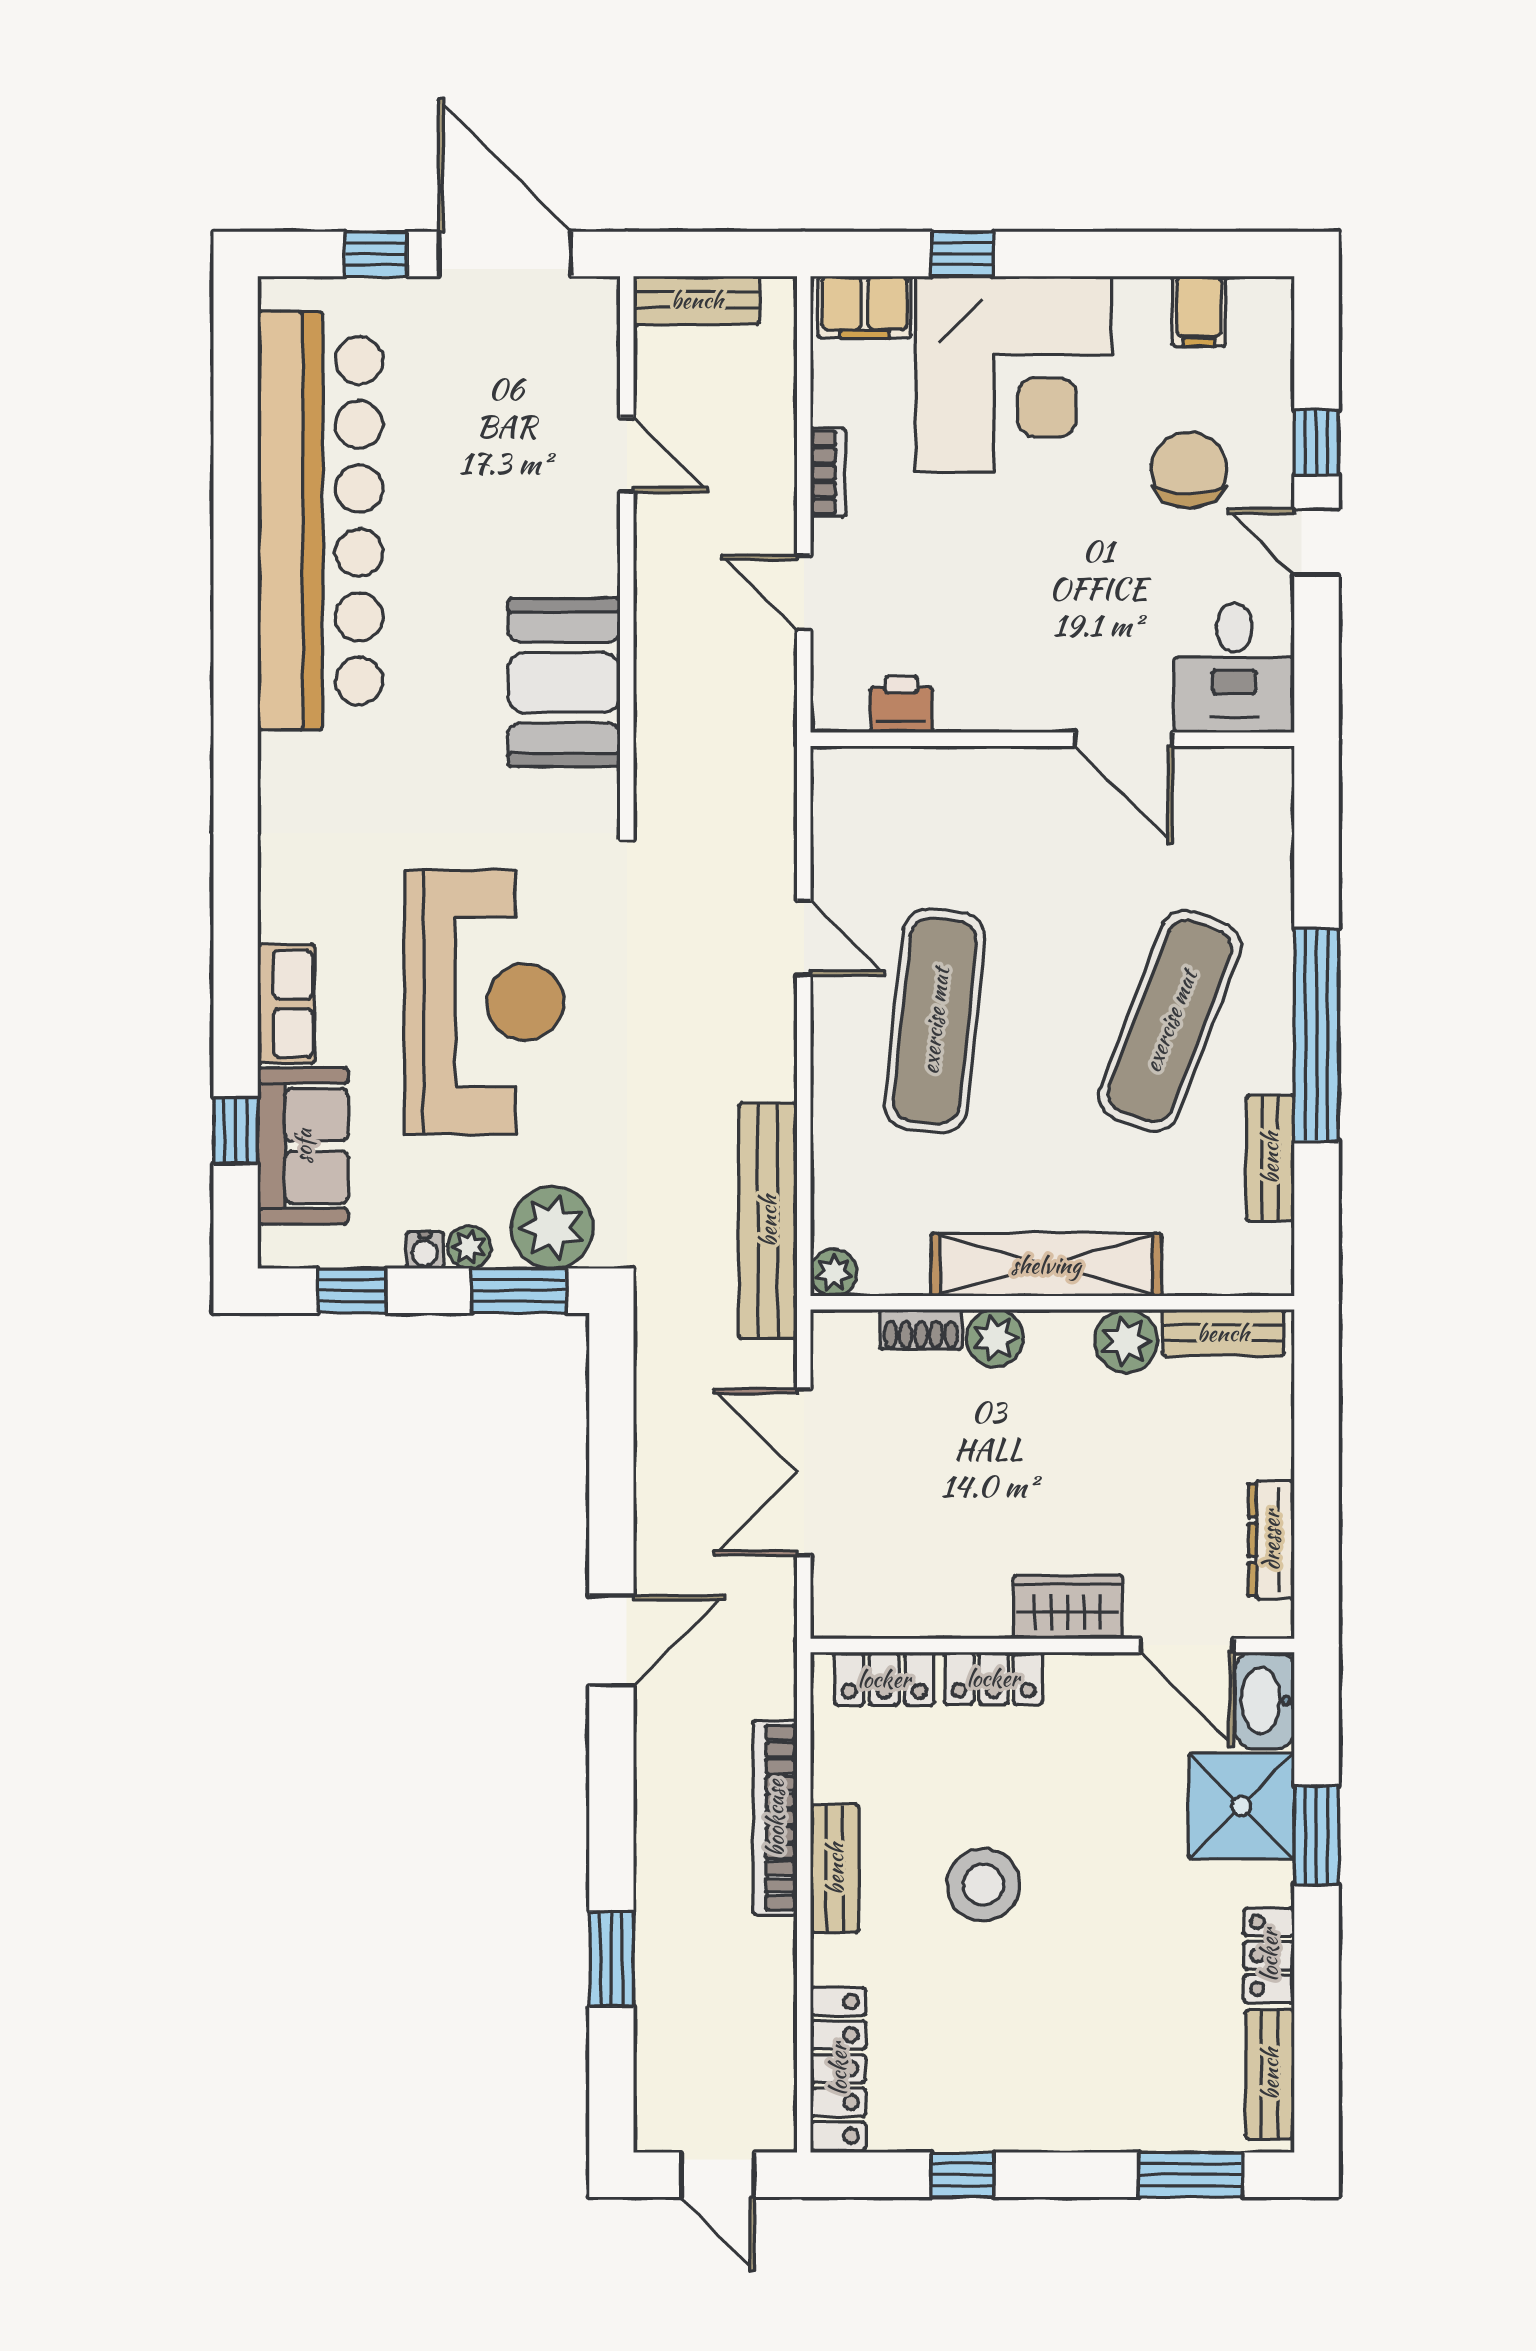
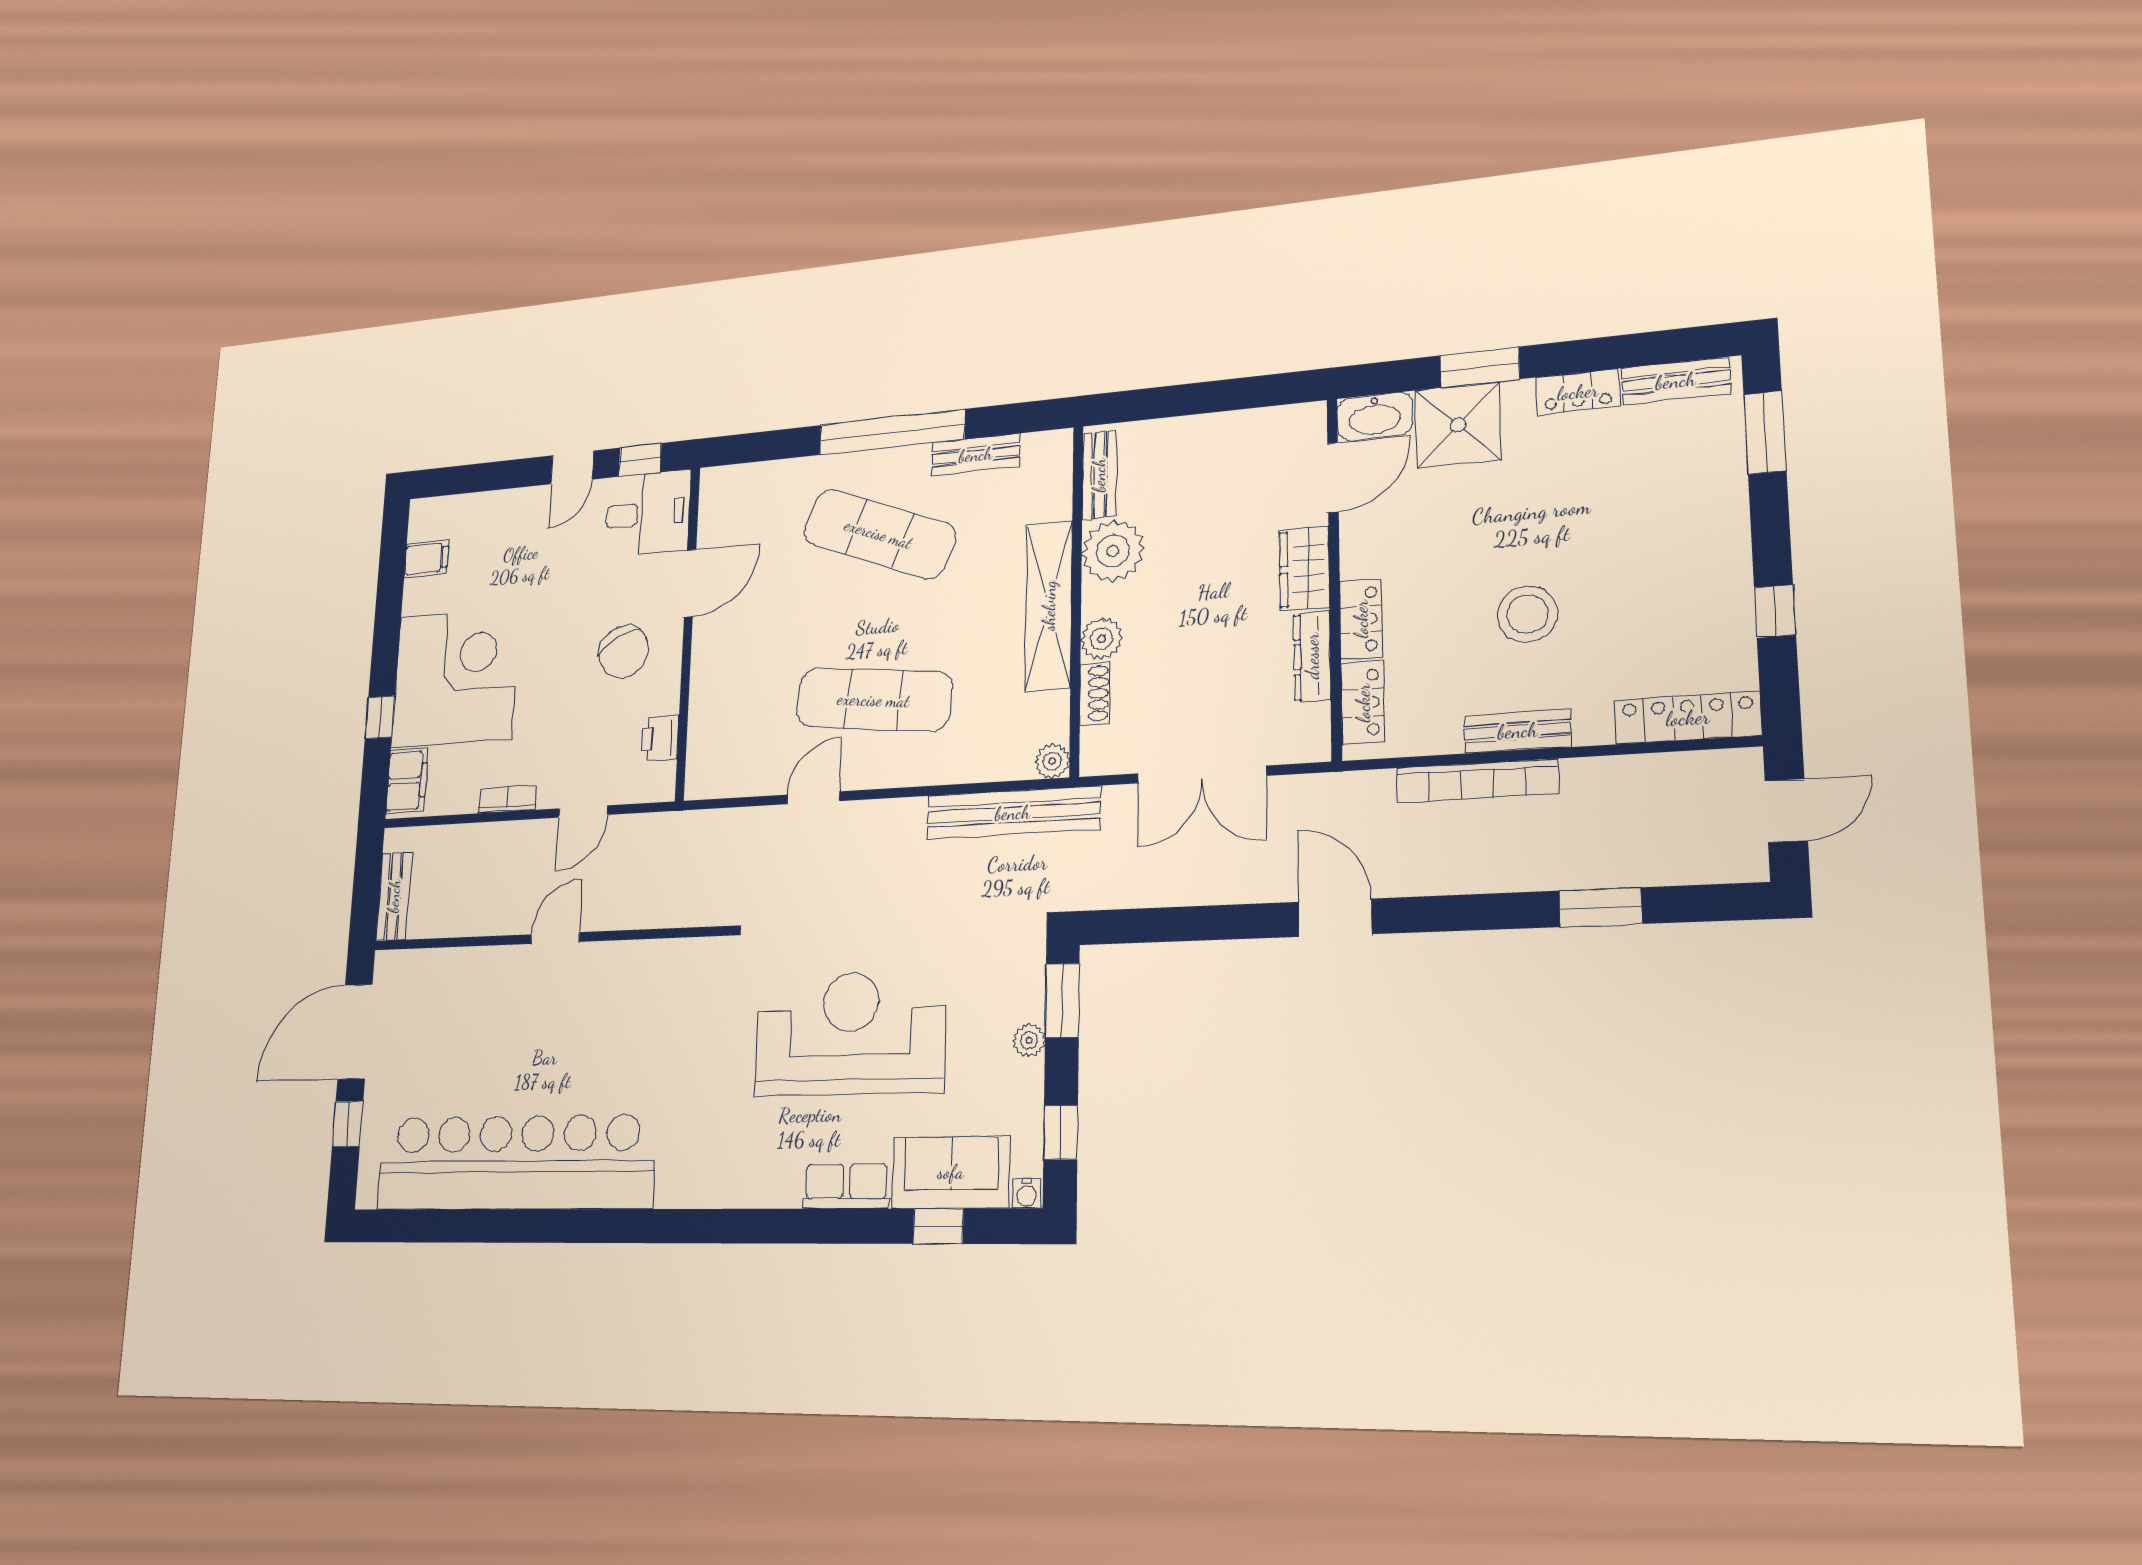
window: (1316, 442) -> (640, 460), moved
door: (627, 455) -> (555, 938), moved
chair: (1189, 470) -> (624, 651), moved, turned -117
booth: (564, 683) -> (632, 980), removed
plant: (552, 1227) -> (1015, 976), removed
water cooler: (425, 1250) -> (1027, 1193), moved, turned 90
plant: (1126, 1341) -> (1113, 551), width x1.36, depth x1.36
dresser: (1271, 1540) -> (1312, 656), moved, turned 90

